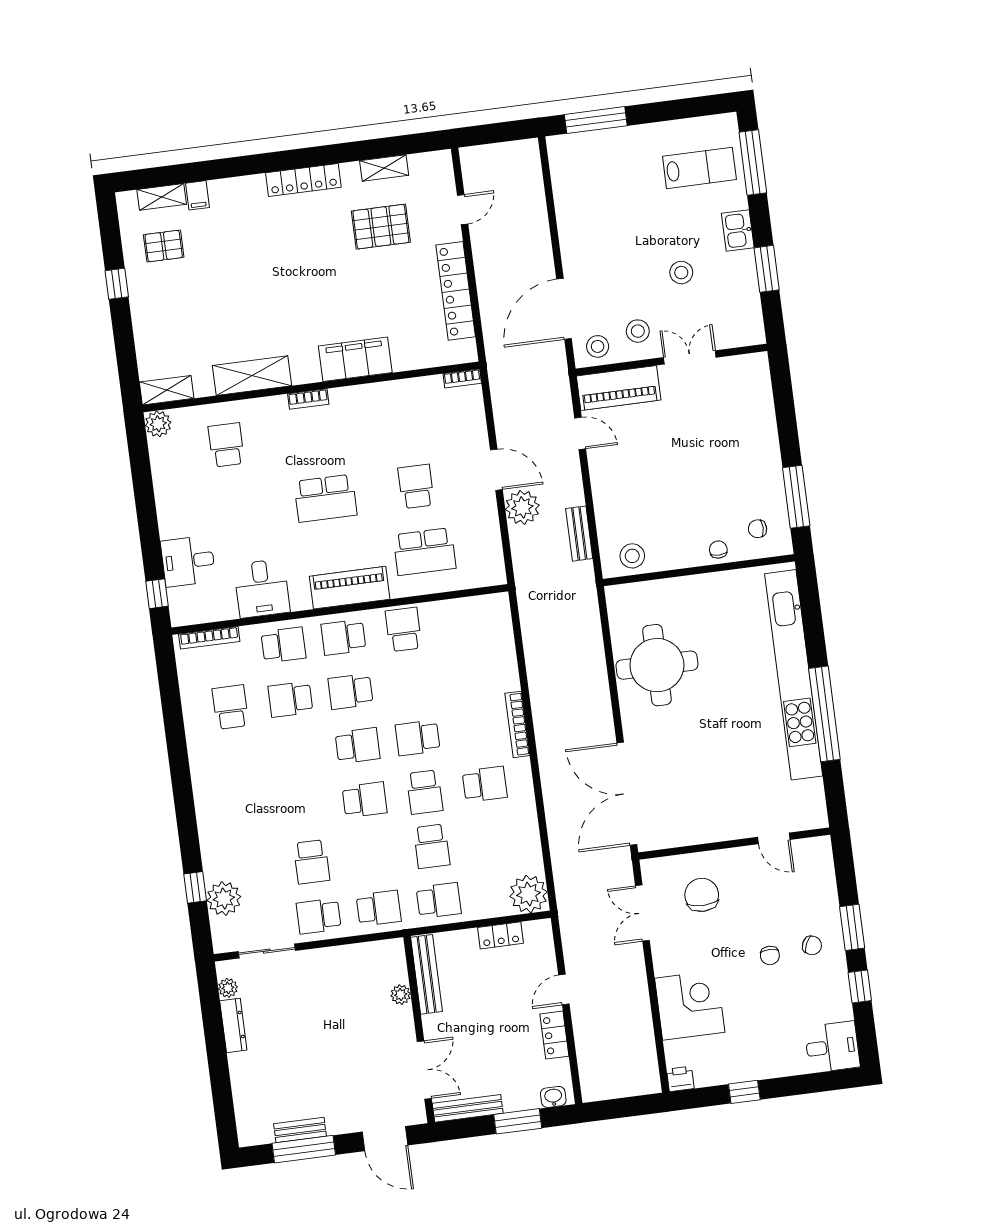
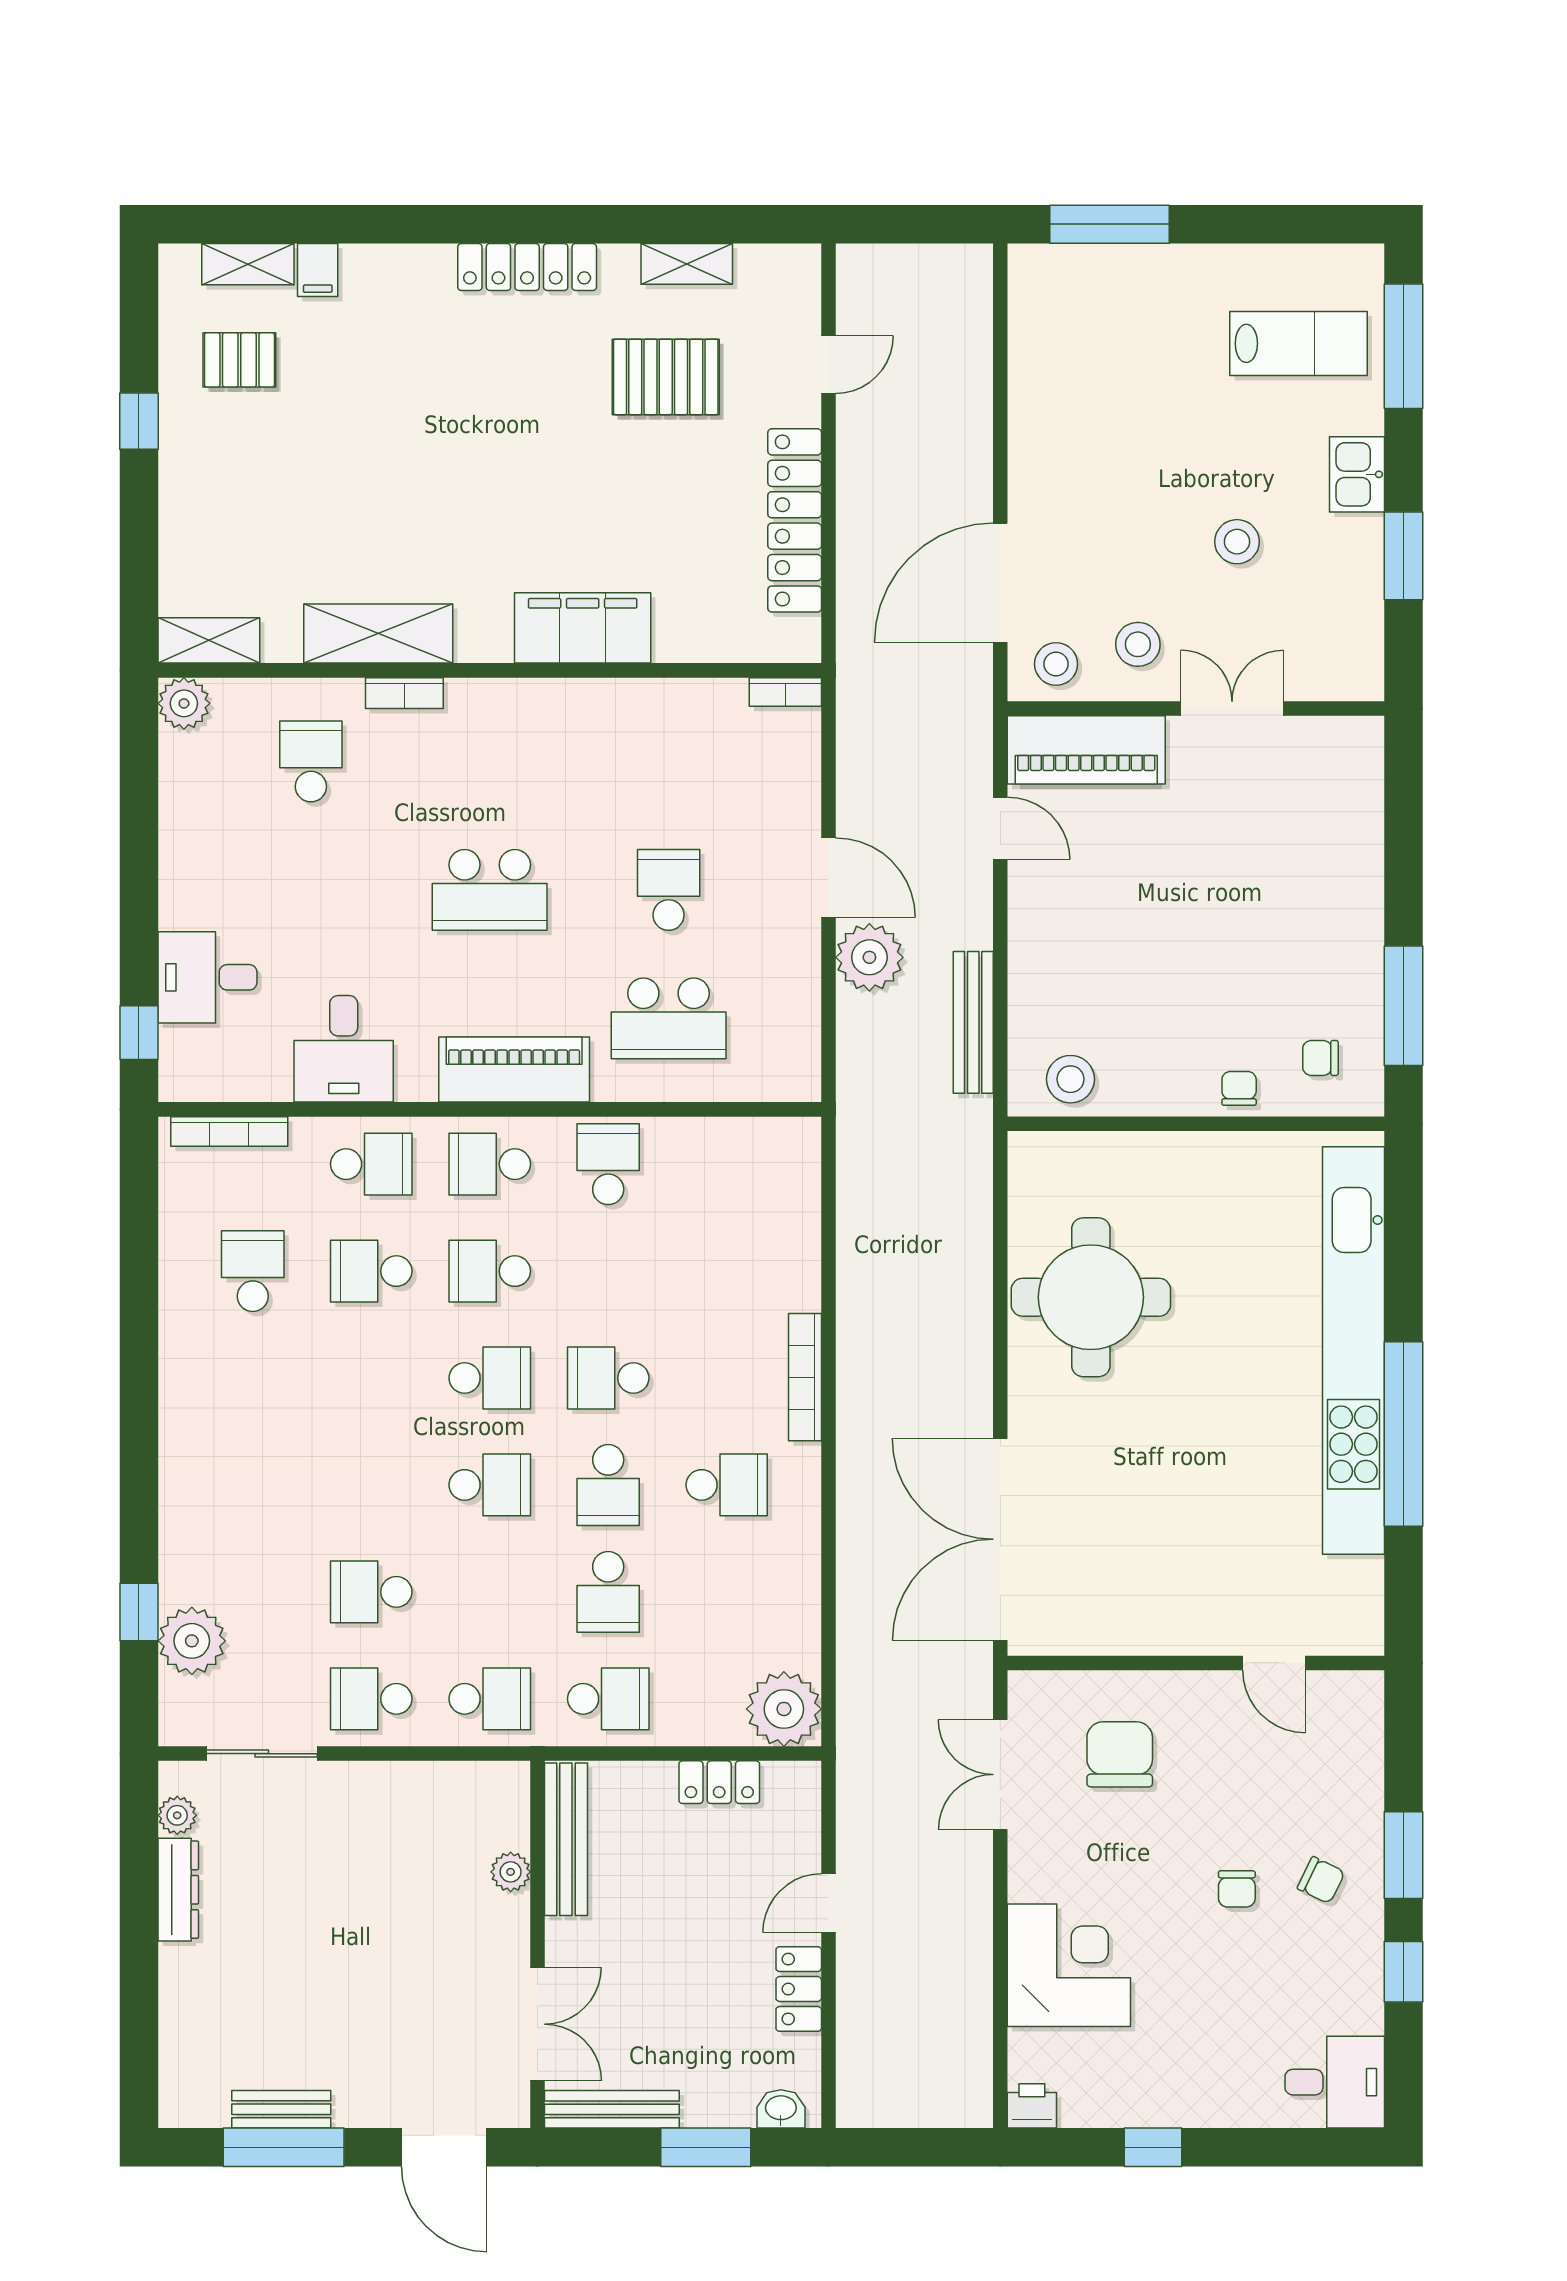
bookcase: (308, 399) -> (404, 693), moved
bench: (579, 534) -> (973, 1022), width x1.36
school desk: (312, 862) -> (371, 1592), turned 90

